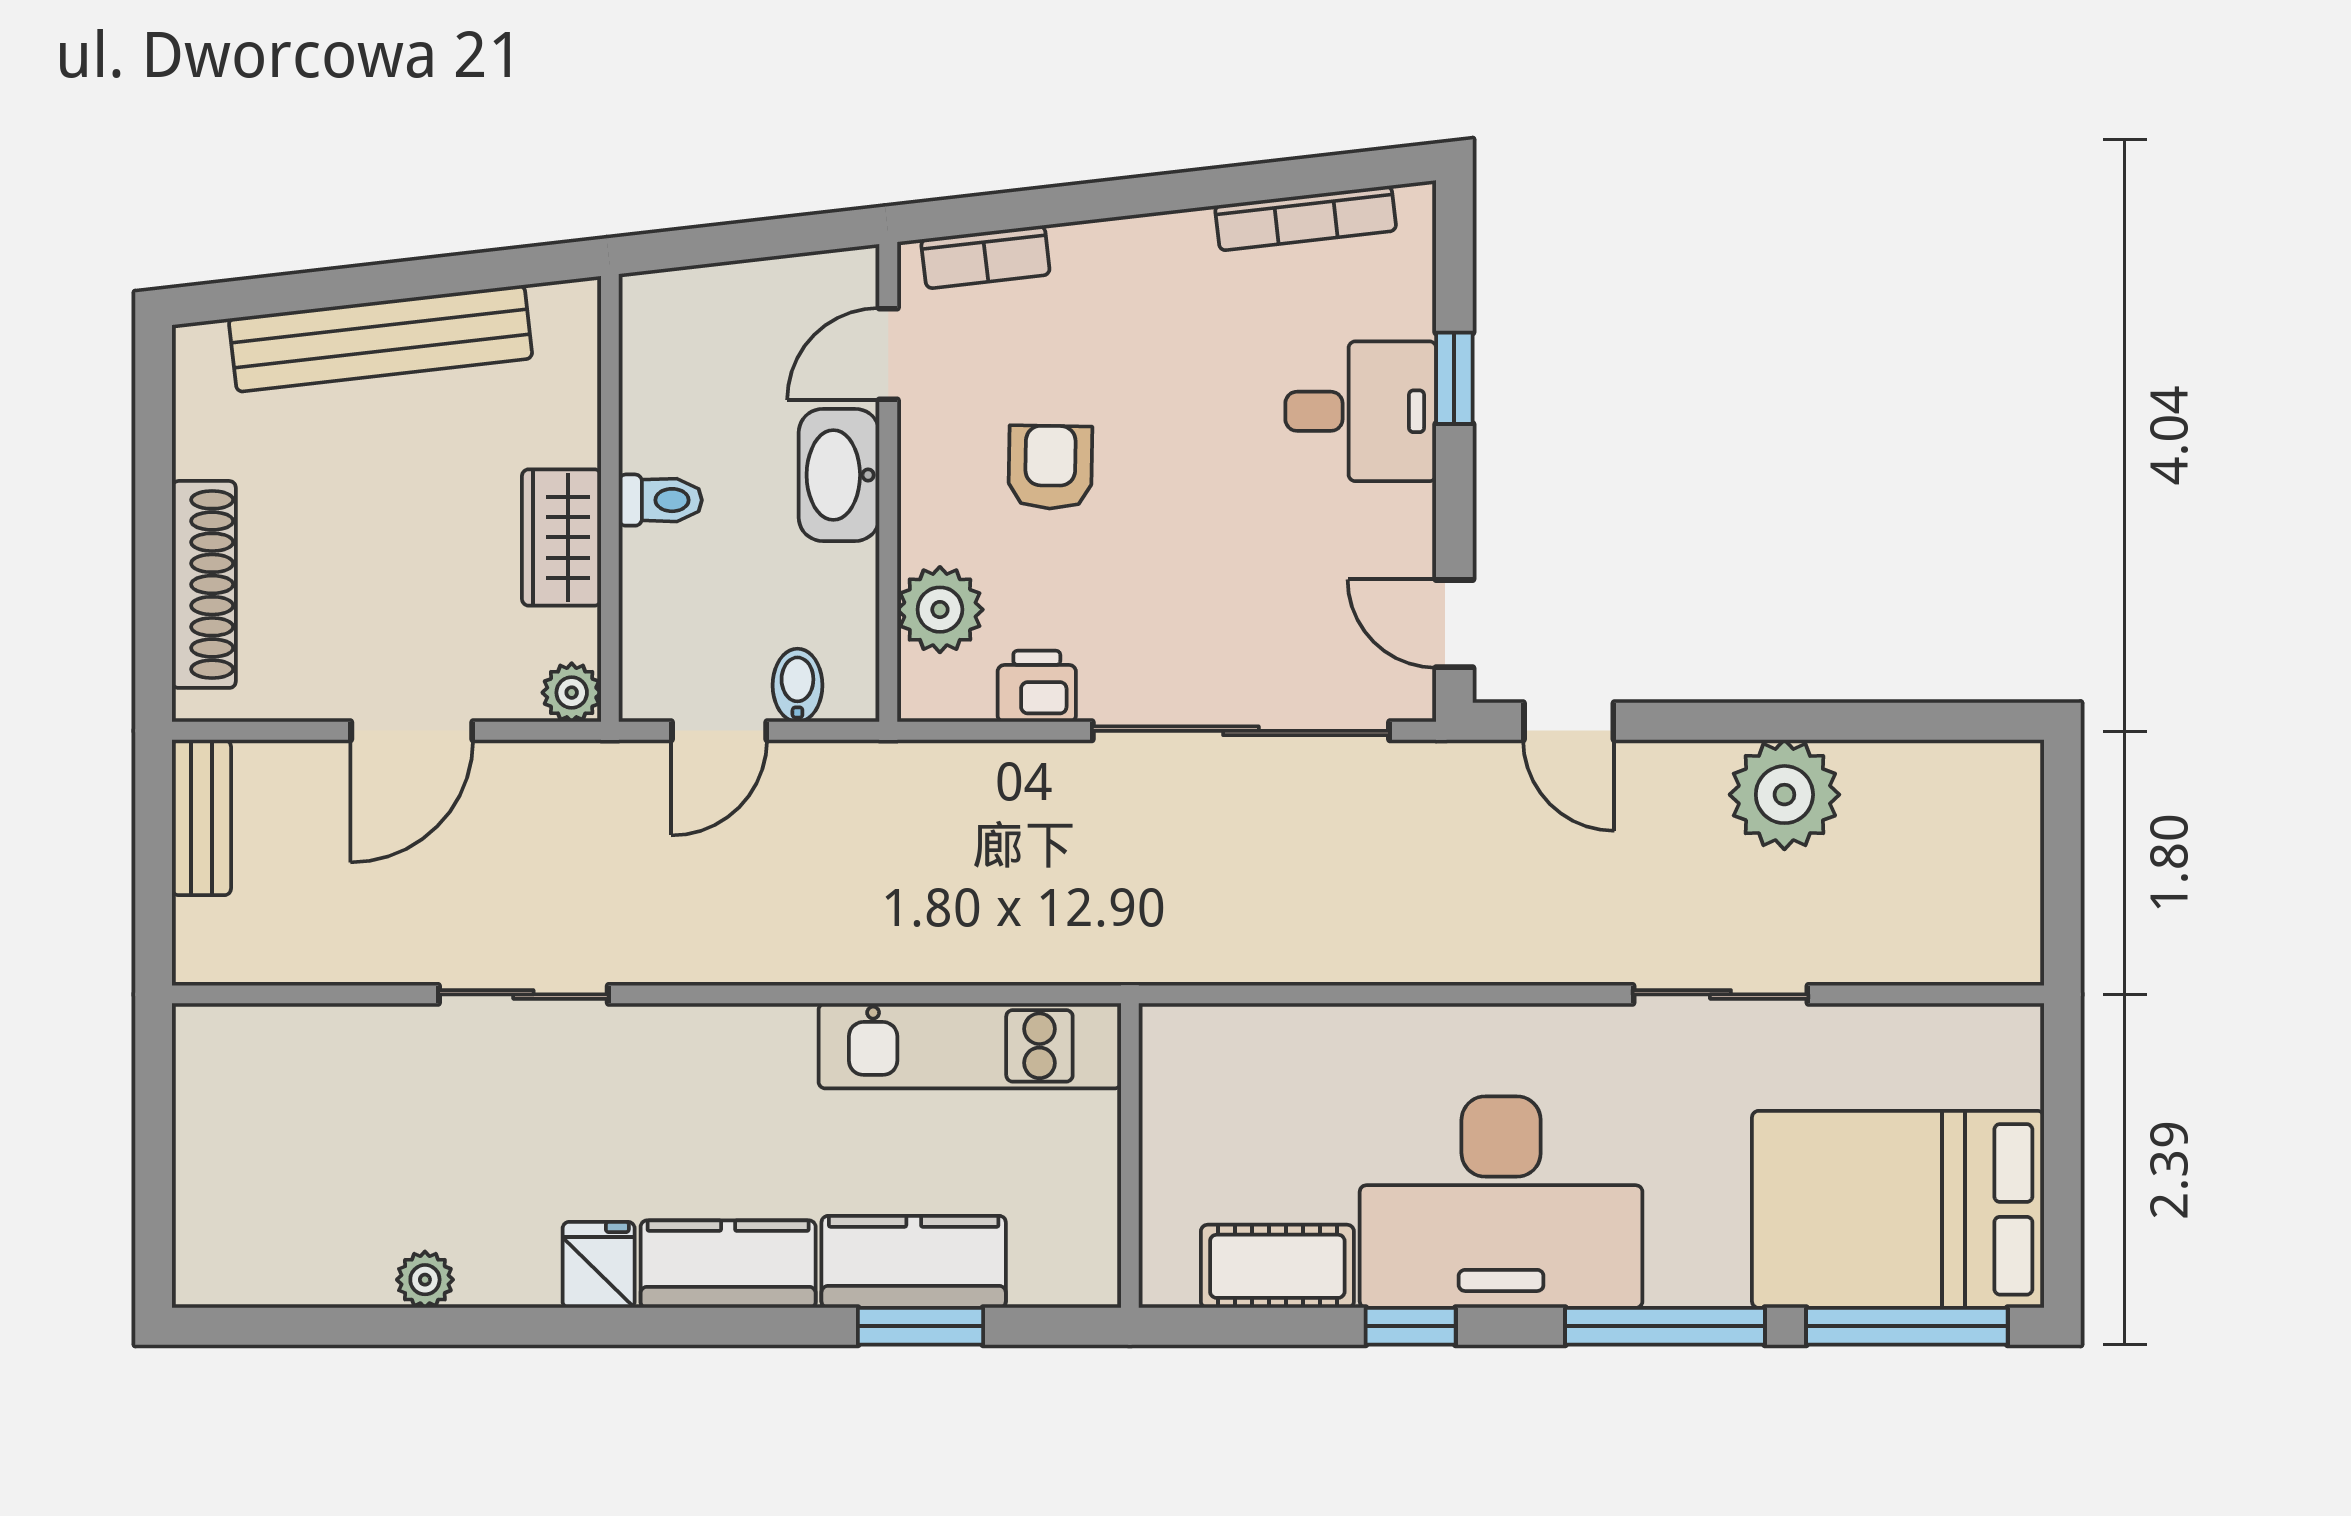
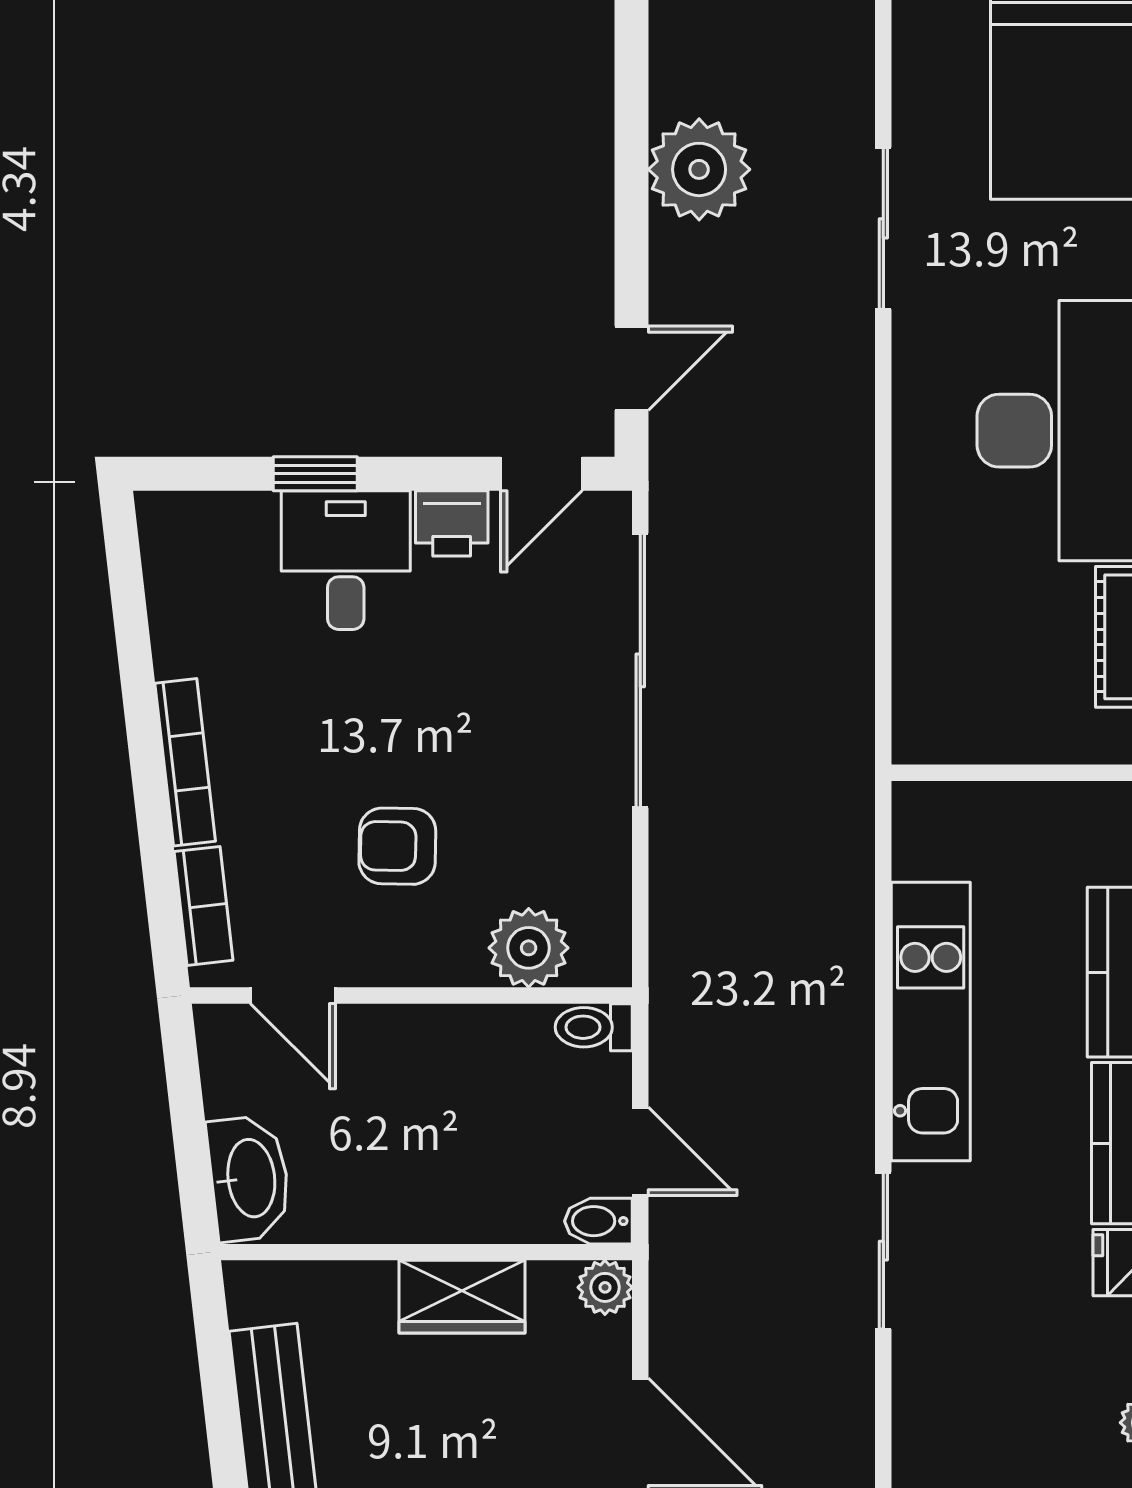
bookcase: (1306, 218) -> (185, 762), moved
washbasin: (839, 475) -> (249, 1178), moved, turned -97
toilet: (660, 500) -> (594, 1027), moved, turned -90
bidet: (797, 685) -> (598, 1221), moved
printer: (1037, 686) -> (452, 523), moved, turned -90
sliding door: (523, 994) -> (883, 1251), moved
kitchen unit: (970, 1046) -> (931, 1022), moved

